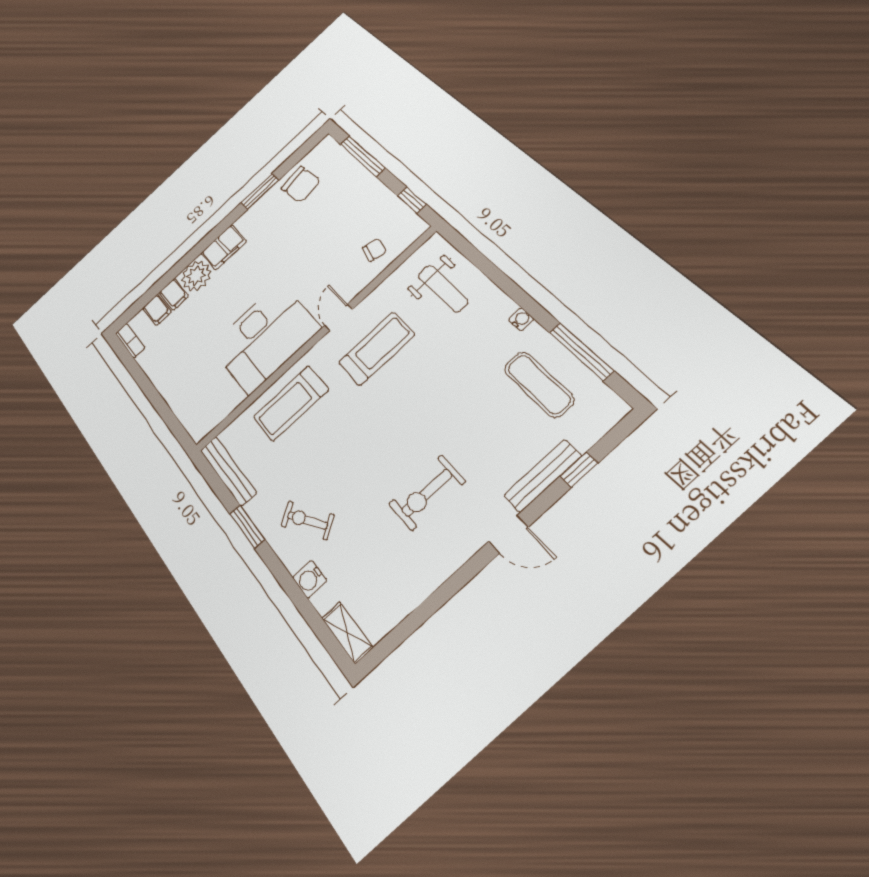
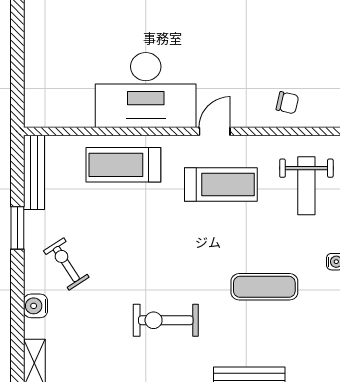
exercise mat: (539, 384) -> (264, 287), moved, turned 90

